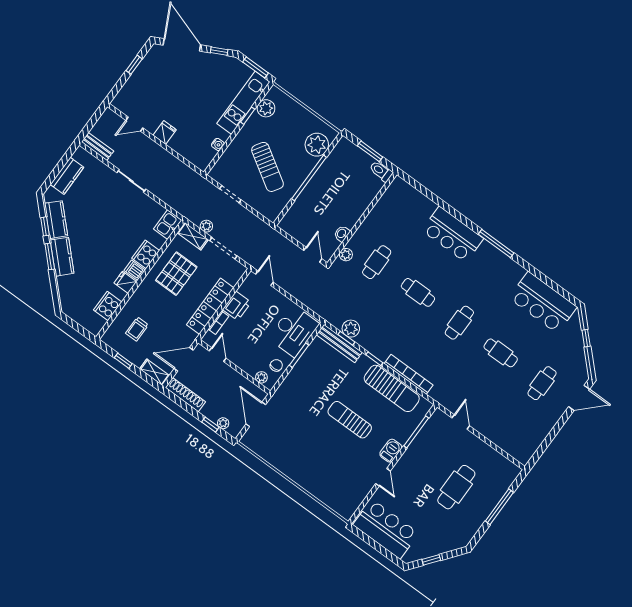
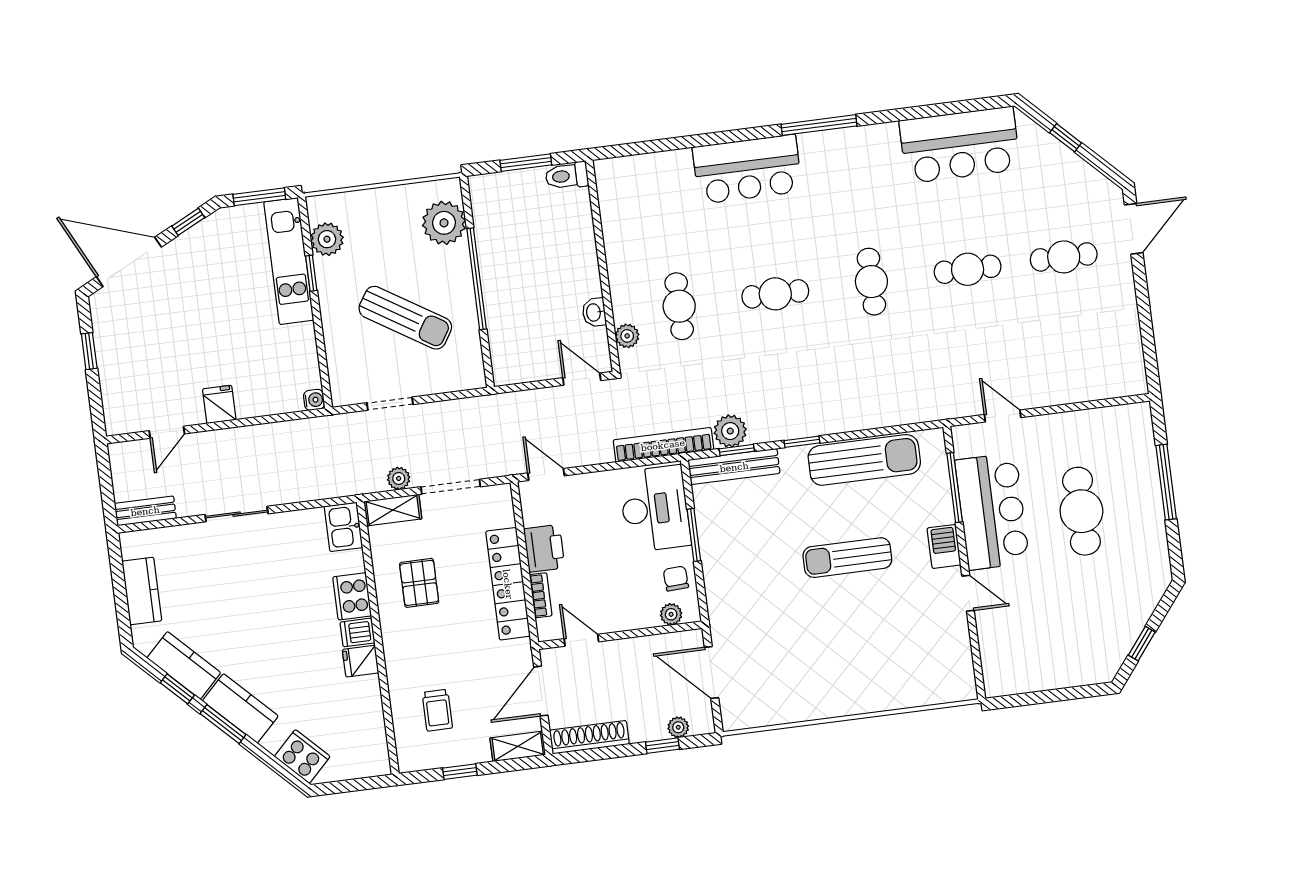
water cooler: (218, 144) -> (314, 400), moved
pallet: (176, 274) -> (419, 583), width x0.67, depth x0.71
cooker: (108, 306) -> (302, 756), moved, turned 135
bookcase: (409, 374) -> (663, 445), moved
cafe table: (542, 383) -> (1064, 257), turned 90
bar counter: (386, 529) -> (992, 511), moved, turned 90

